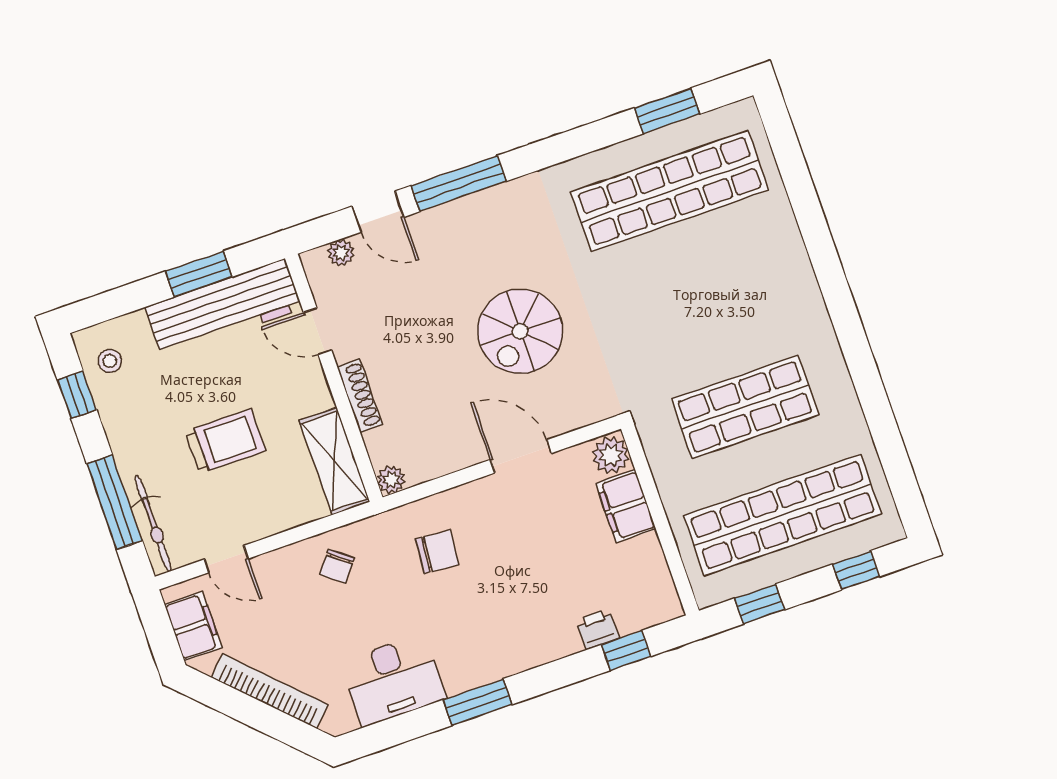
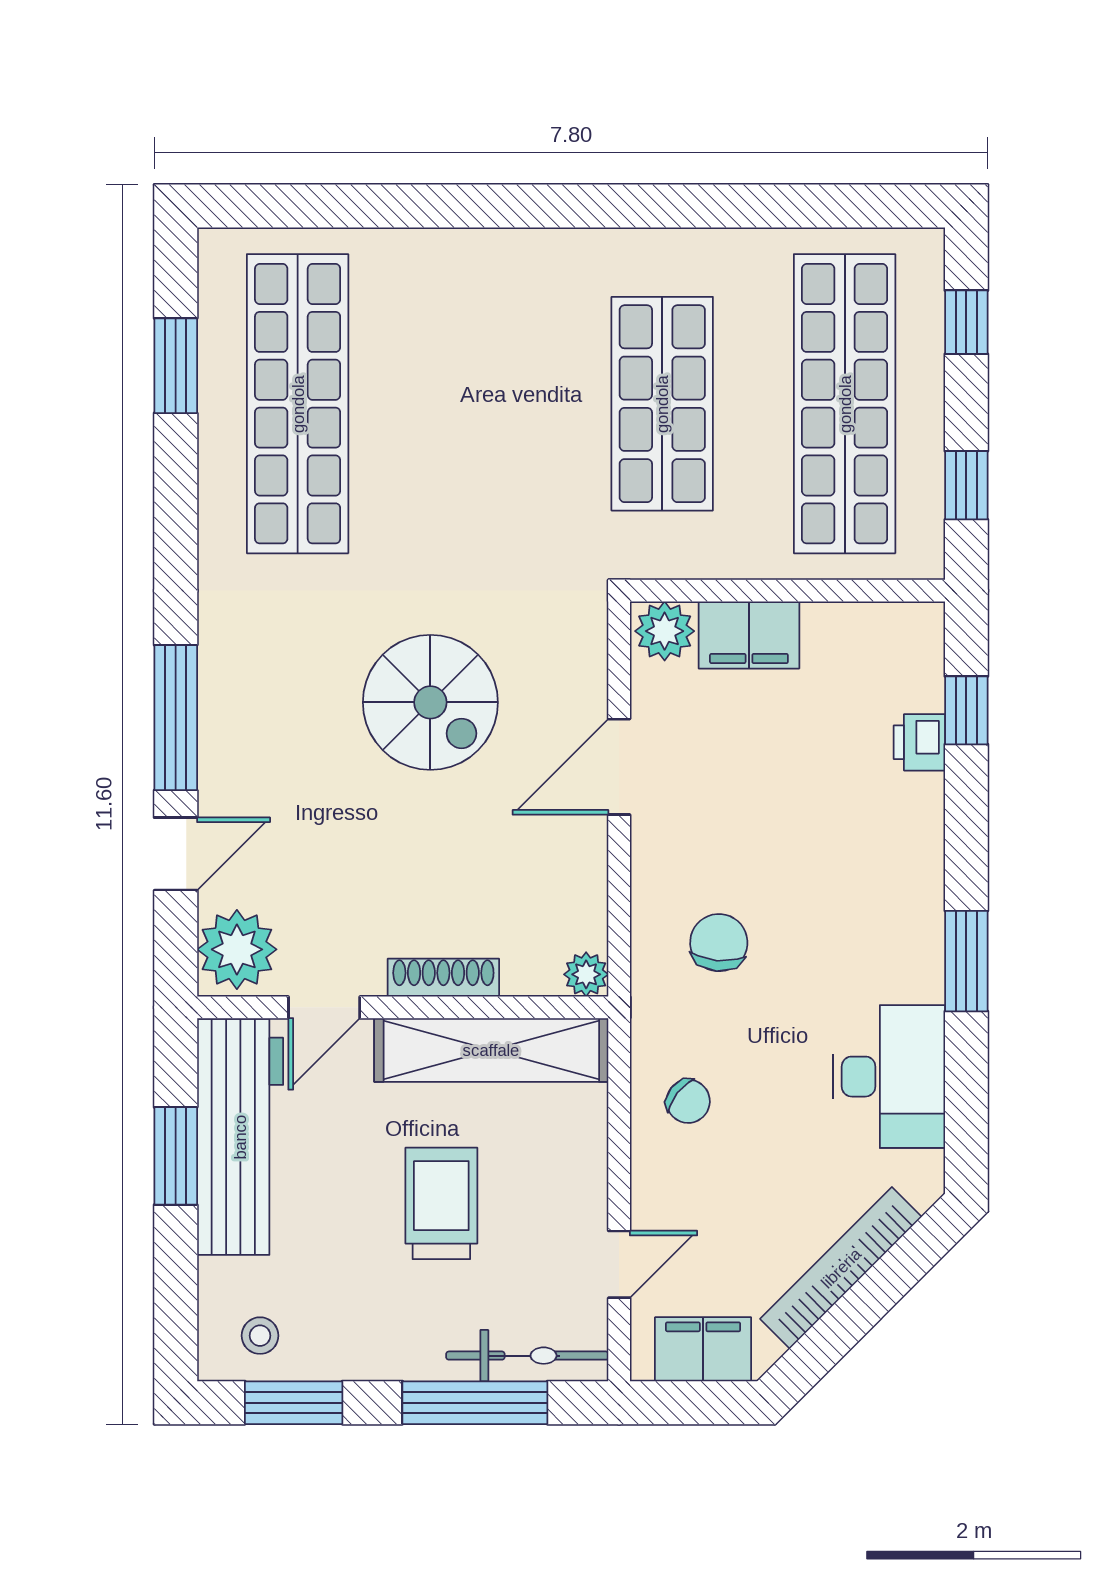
plant: (341, 253) -> (237, 949), width x1.88, depth x1.88
window: (77, 395) -> (294, 1403), width x1.50
shelving: (334, 461) -> (491, 1050), width x1.47

